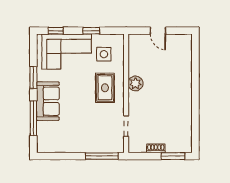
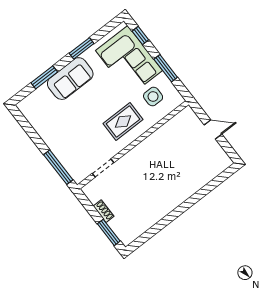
window: (91, 31) -> (166, 68), width x1.50
door: (158, 31) -> (213, 129), swing flipped
plant: (135, 83) -> (149, 146), removed
window: (33, 118) -> (44, 77), width x0.69

